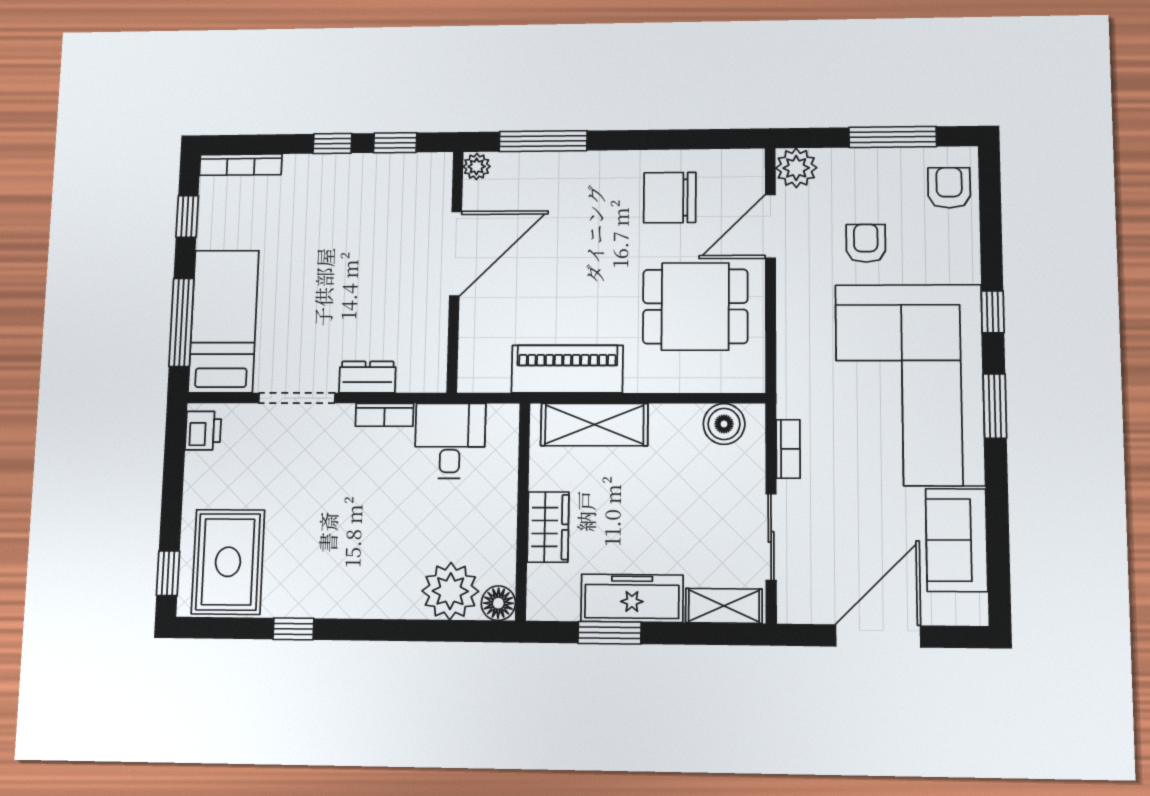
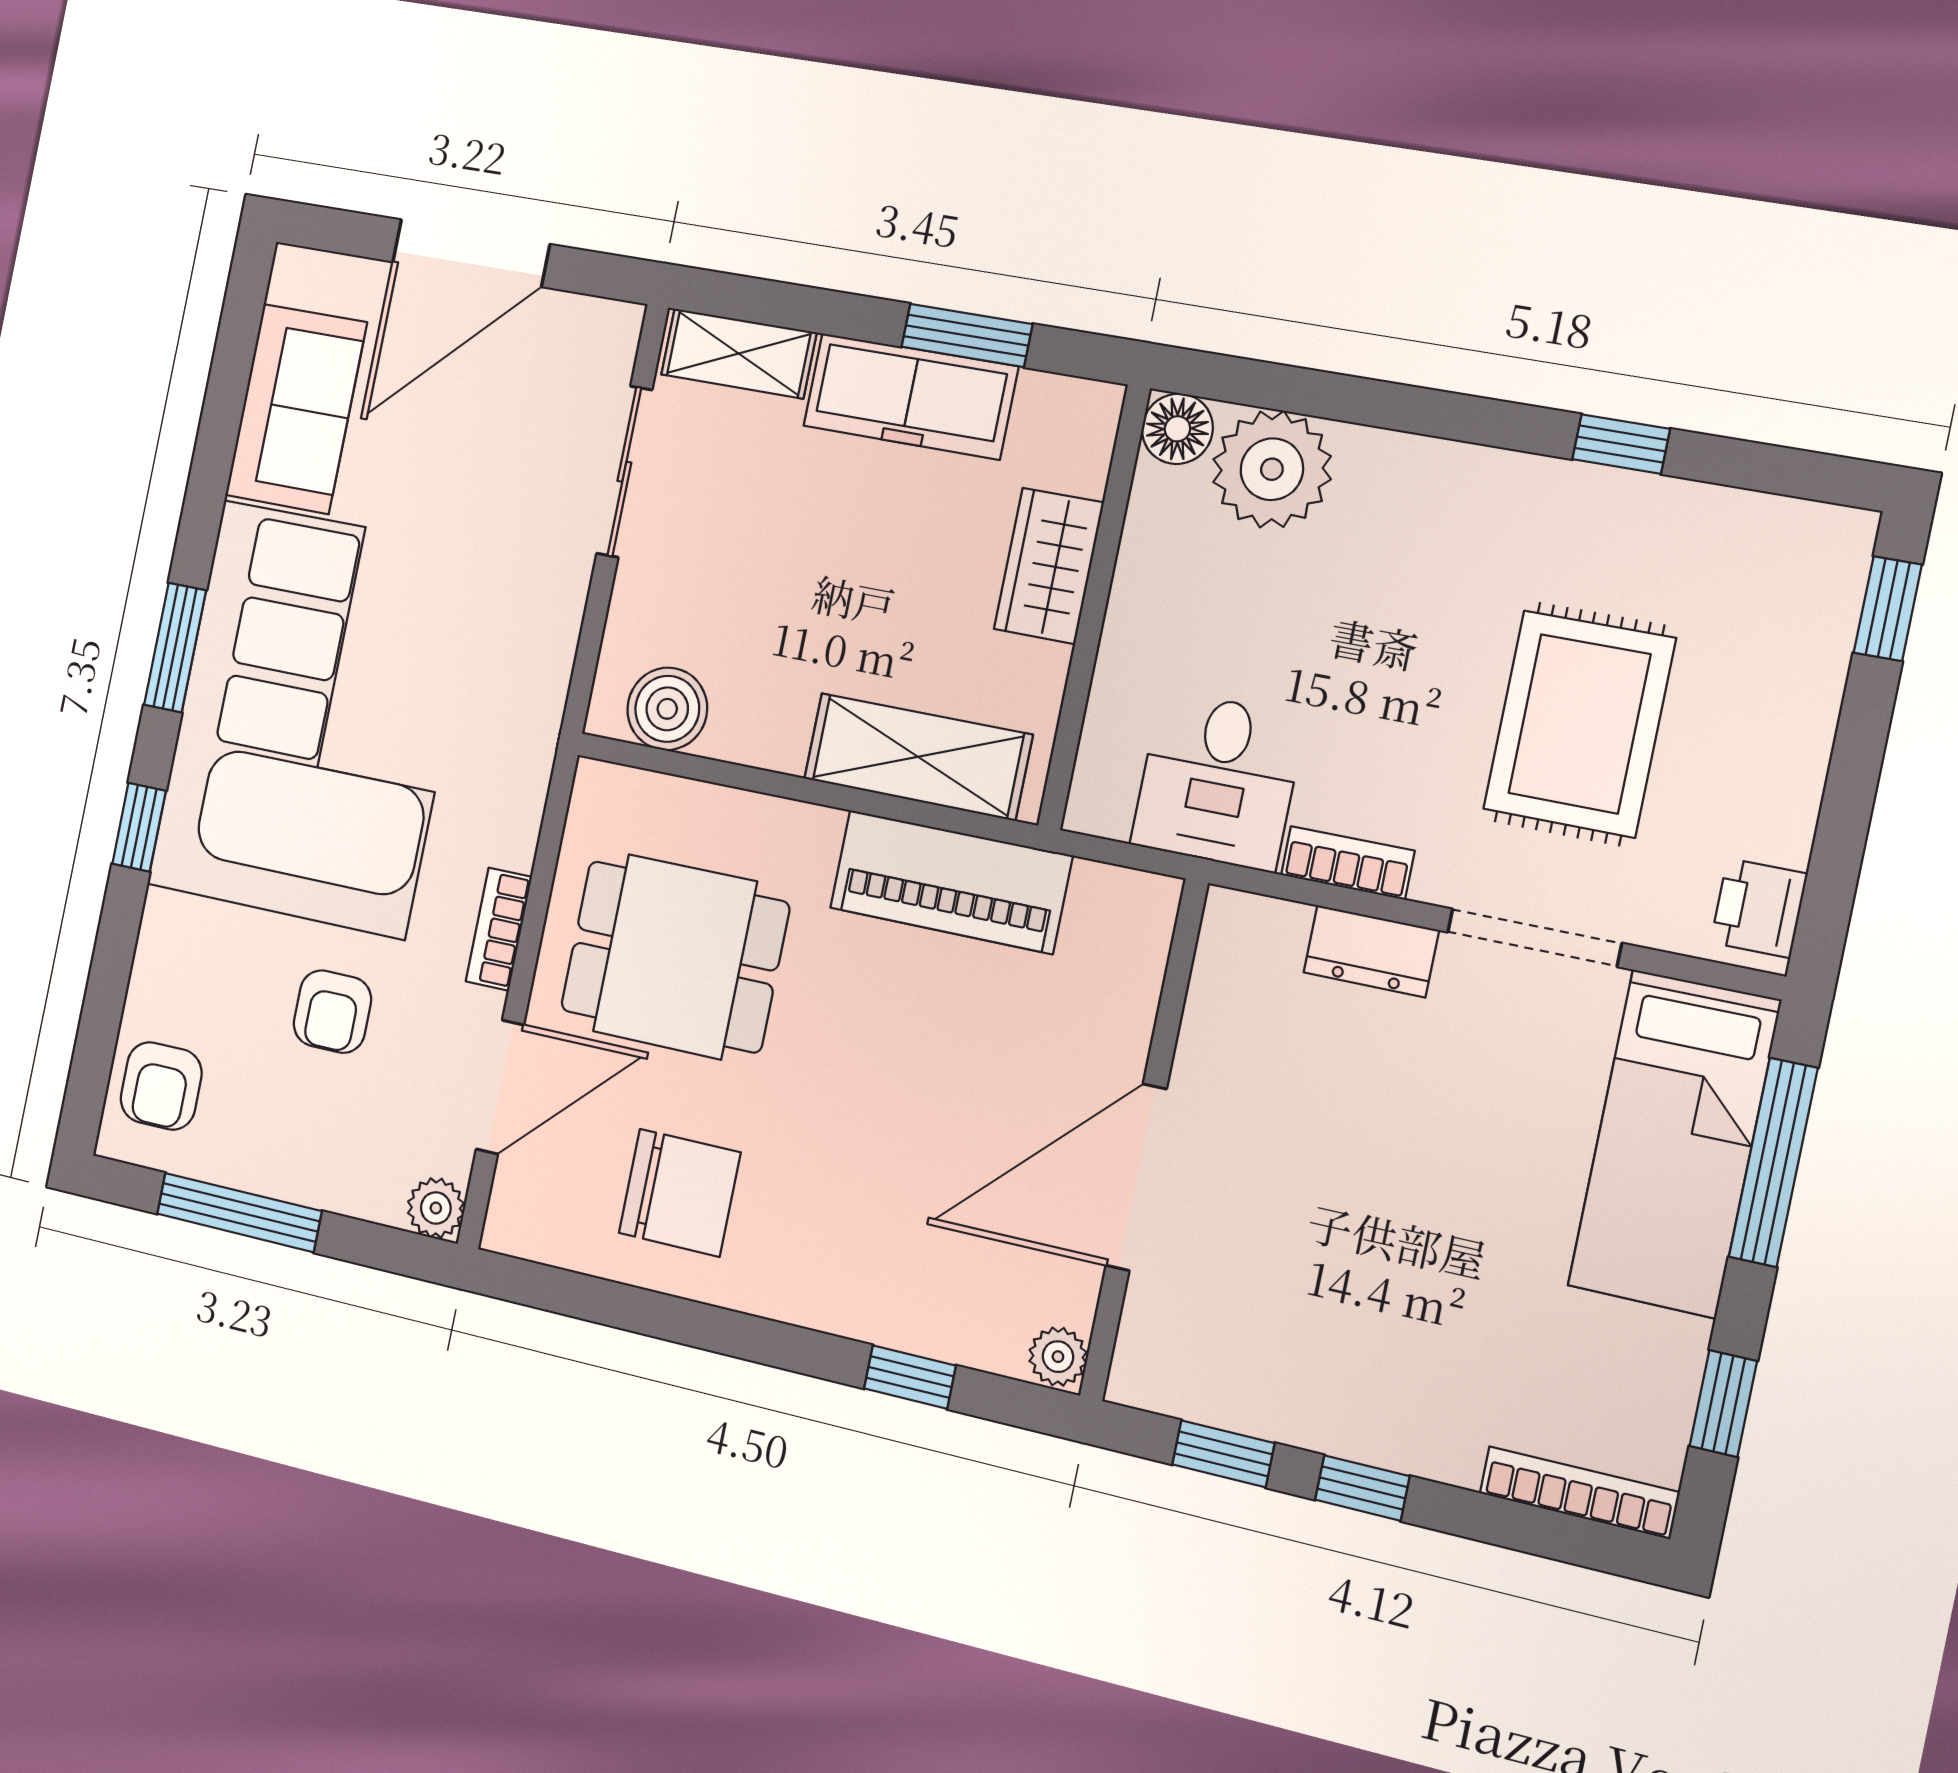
window: (543, 141) -> (910, 1377), width x0.46
plant: (796, 168) -> (436, 1208), width x0.73, depth x0.73
bookcase: (788, 449) -> (499, 929), moved
rug: (228, 562) -> (1579, 724), moved

